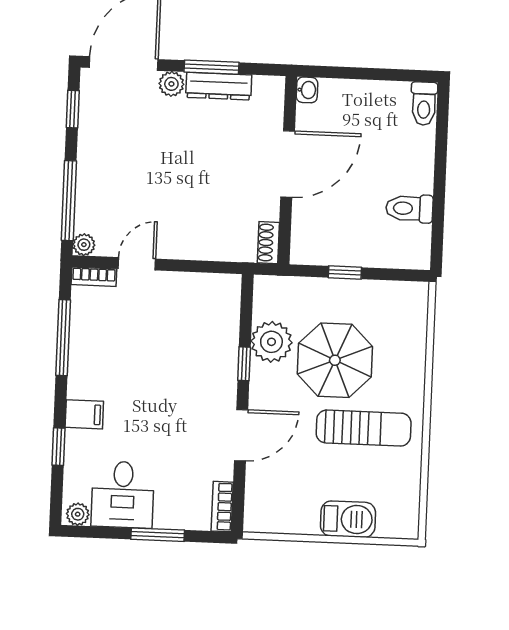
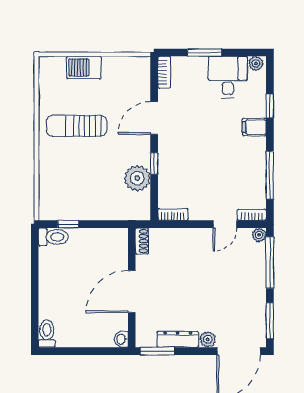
window: (212, 67) -> (157, 351), moved
window: (73, 109) -> (270, 321), width x1.50
toilet: (409, 208) -> (53, 237), moved
window: (345, 272) -> (68, 224), moved
bookcase: (218, 282) -> (173, 214), added
parasol: (335, 360) -> (97, 168), removed

